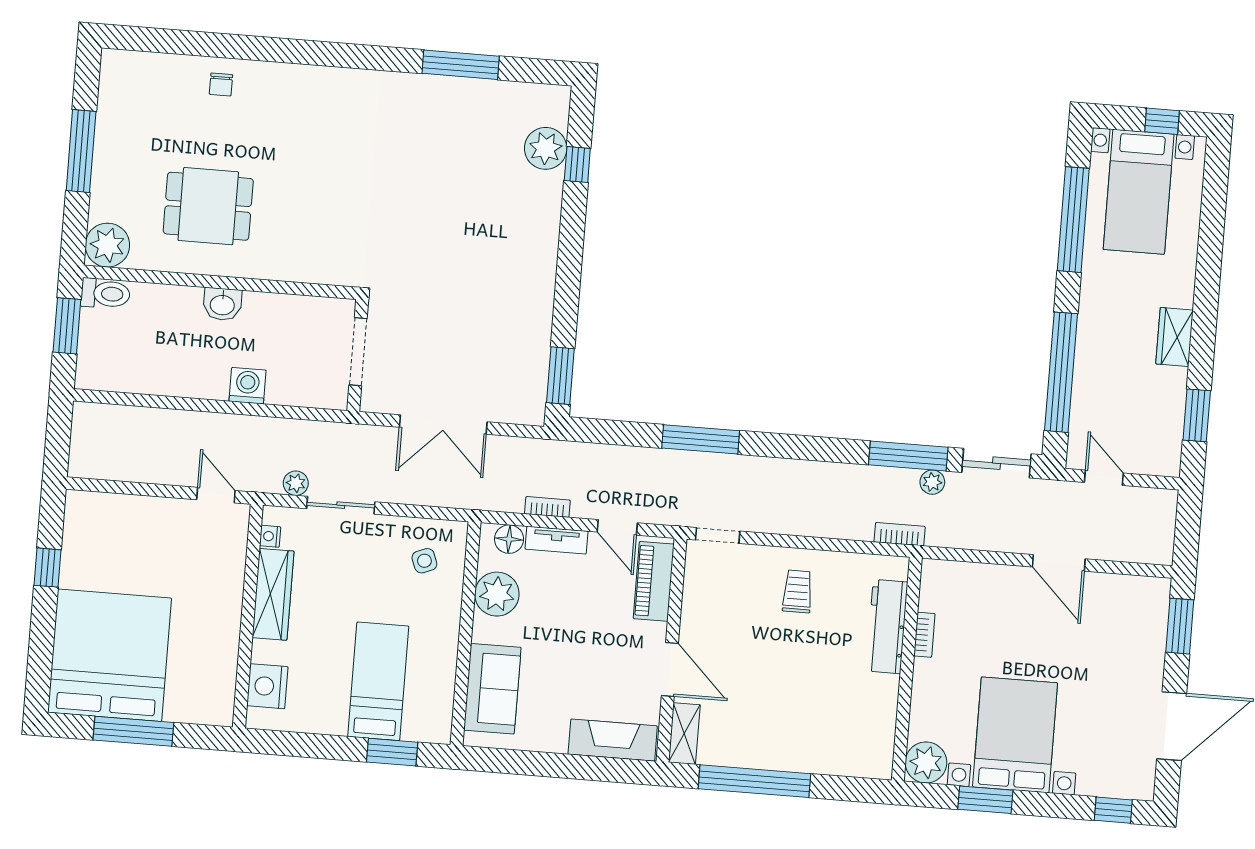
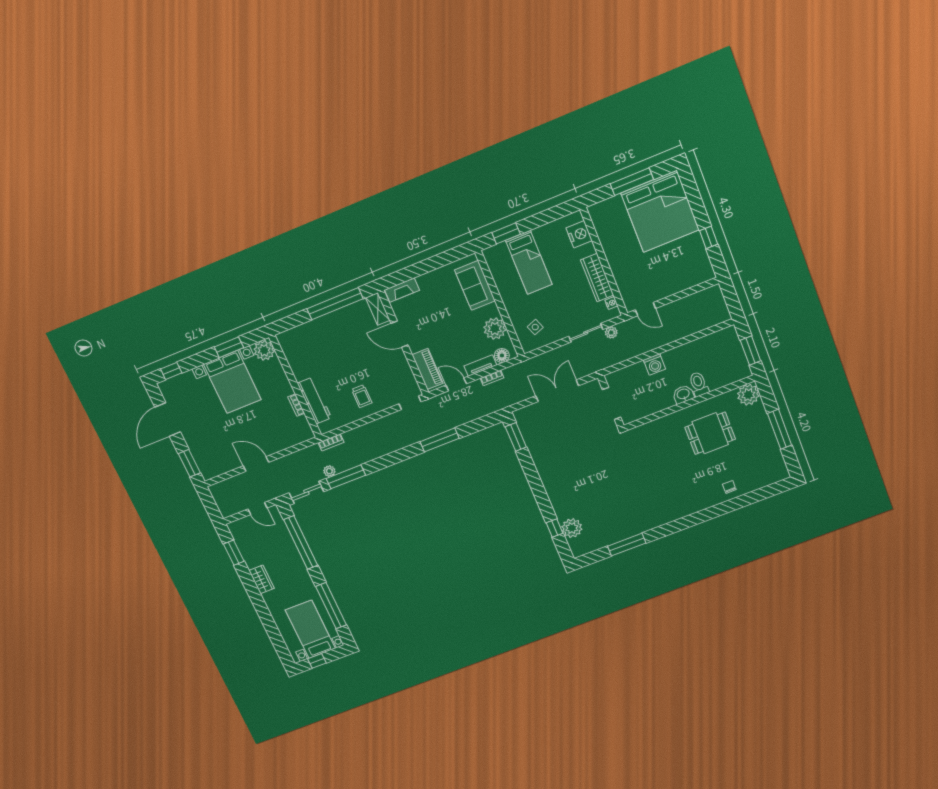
toilet: (105, 294) -> (699, 384), moved, turned 90
fireplace: (613, 740) -> (402, 290), width x0.73, depth x0.76

